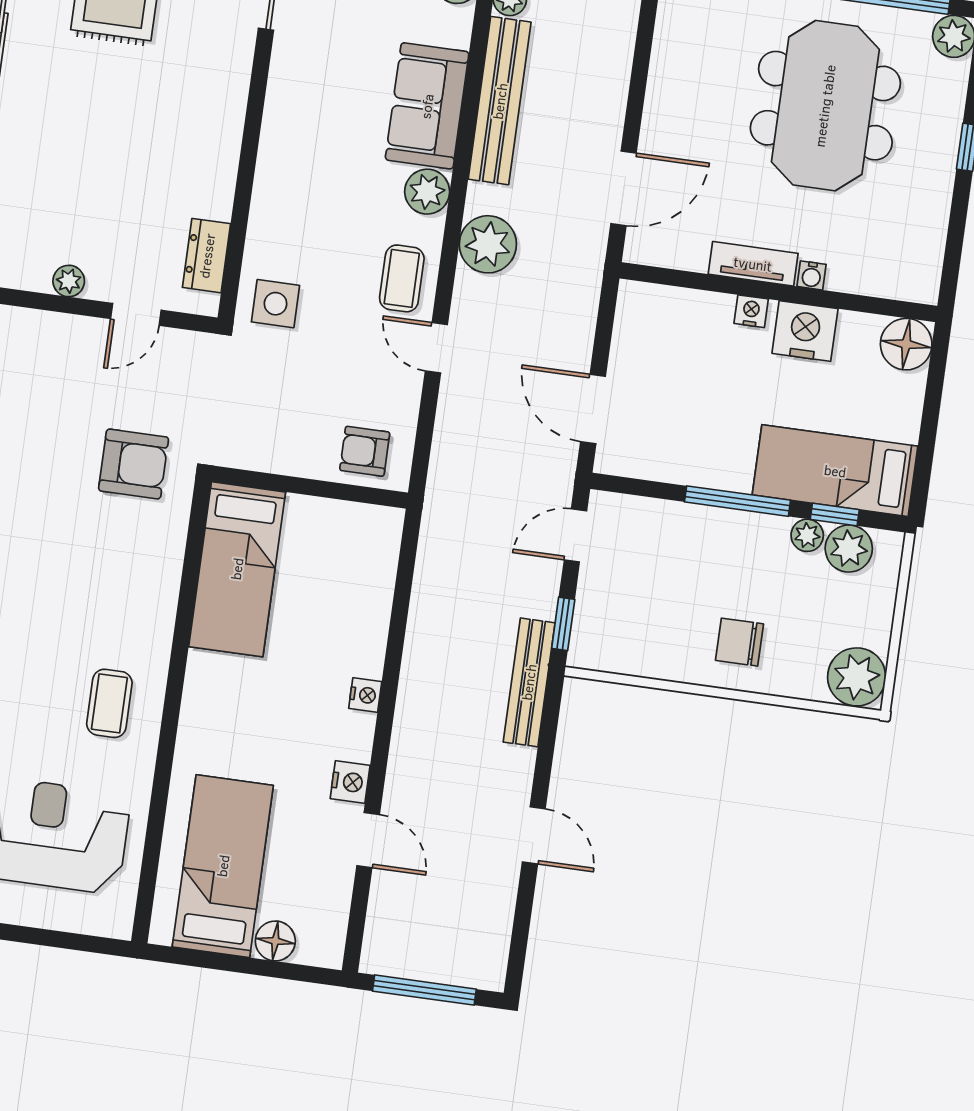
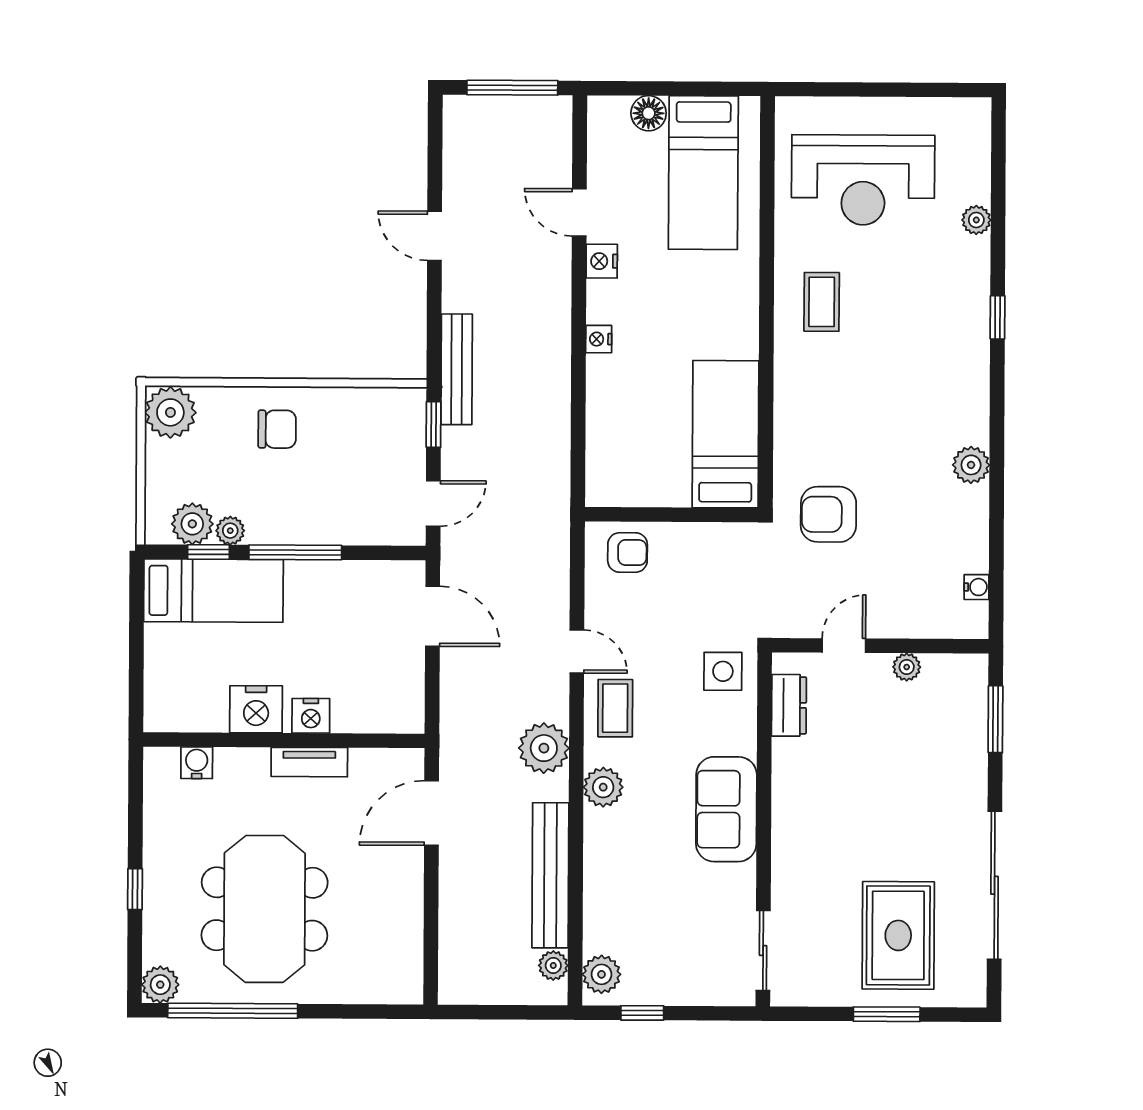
sofa: (427, 106) -> (726, 809), moved, turned 180
water cooler: (812, 275) -> (197, 763), moved, width x1.38, depth x1.38
nightstand: (751, 311) -> (311, 716), width x1.39, depth x1.35
floor lamp: (906, 344) -> (166, 710), removed

